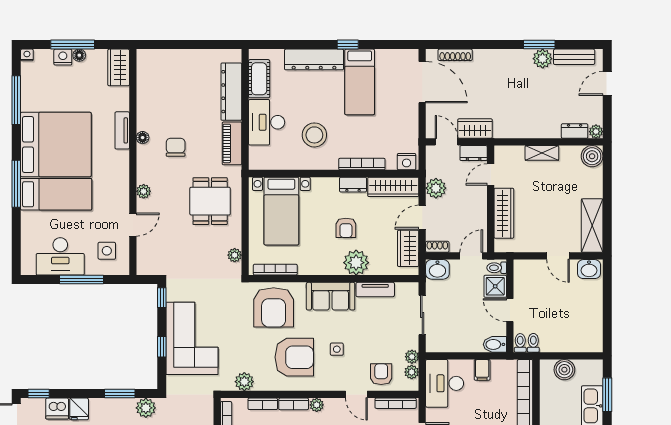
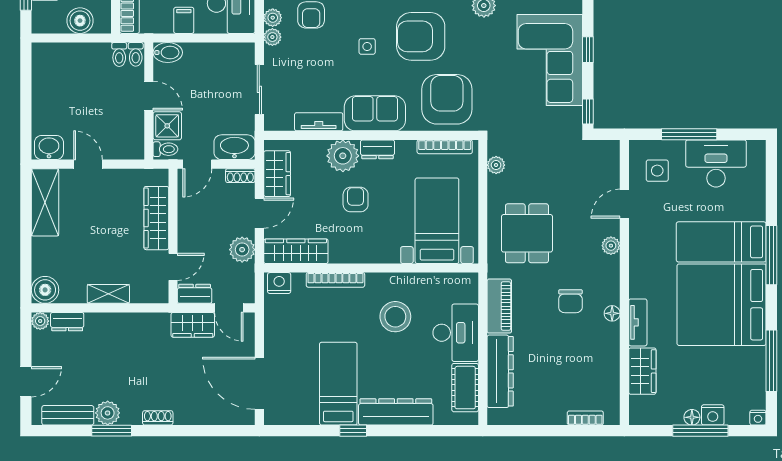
bookcase: (164, 55) -> (585, 418), added
shoe rack: (455, 55) -> (158, 418), moved, width x0.70
wardrobe: (119, 67) -> (642, 371), moved
dresser: (353, 185) -> (377, 149), moved, turned 180
washbasin: (437, 269) -> (234, 147), width x1.38

